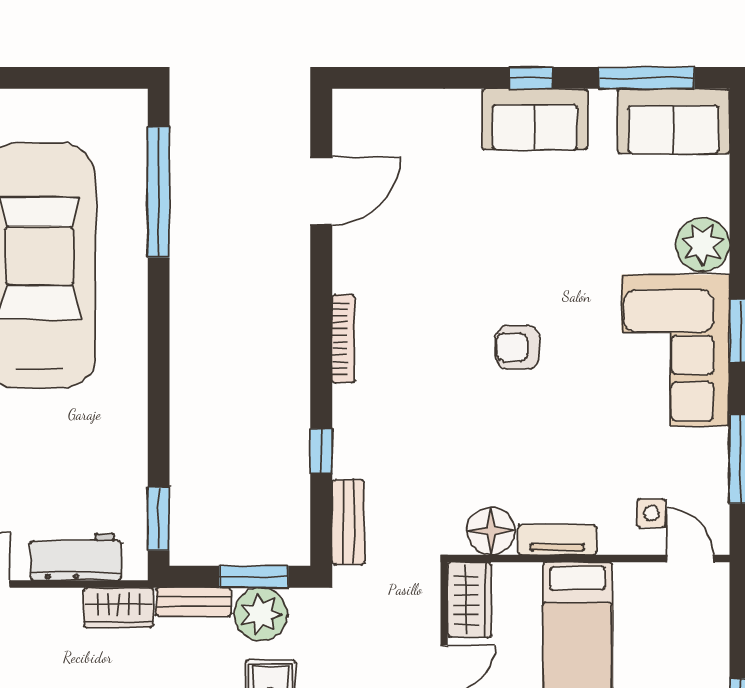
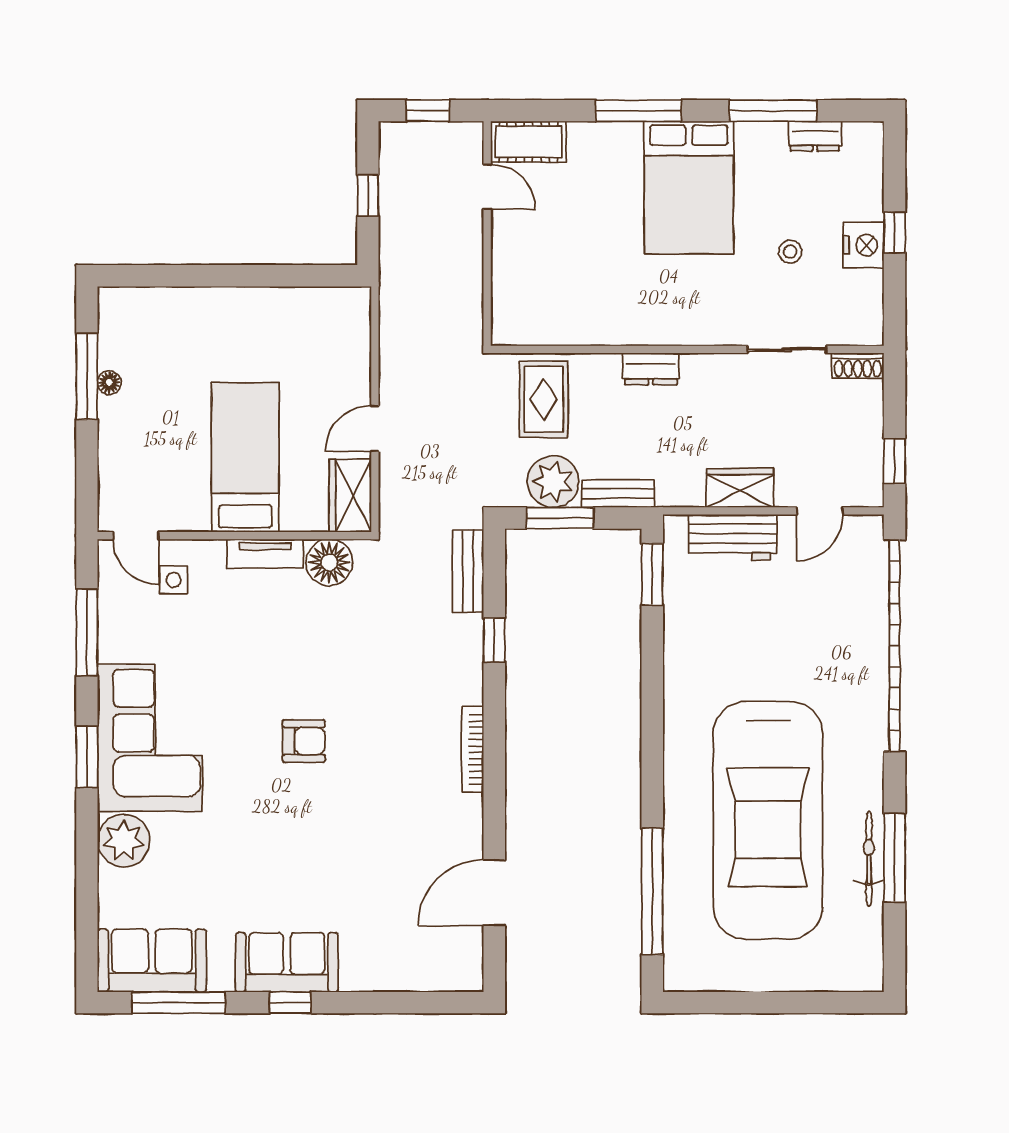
wardrobe: (118, 608) -> (740, 488), moved

